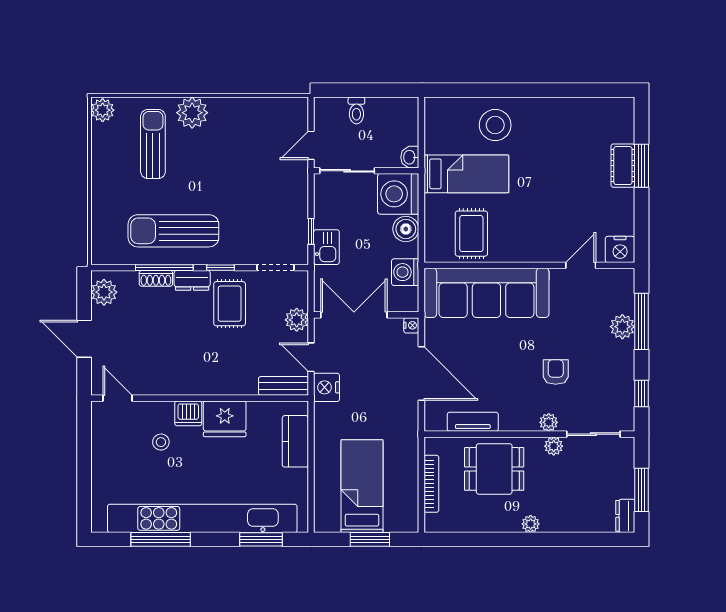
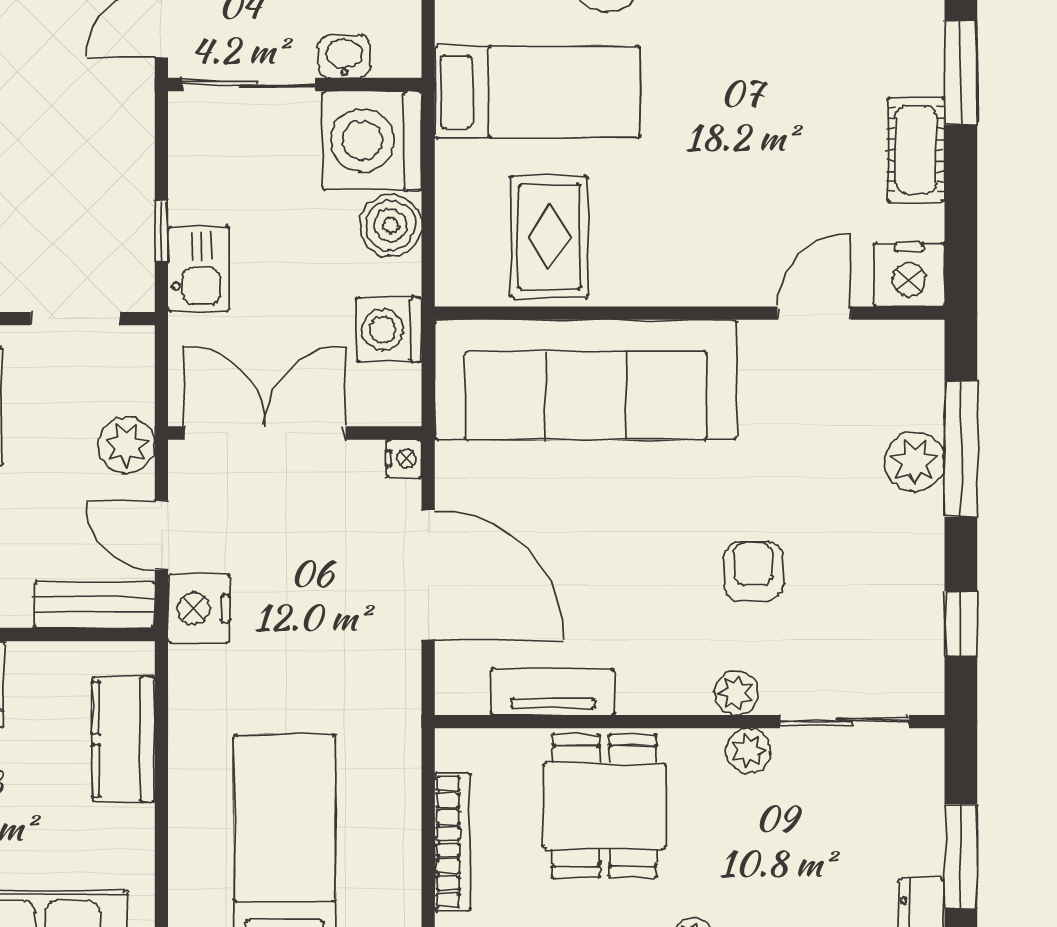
washbasin: (410, 157) -> (344, 57), moved, turned 90
cot: (623, 166) -> (916, 150), moved
dining table: (494, 469) -> (604, 806), turned 90

